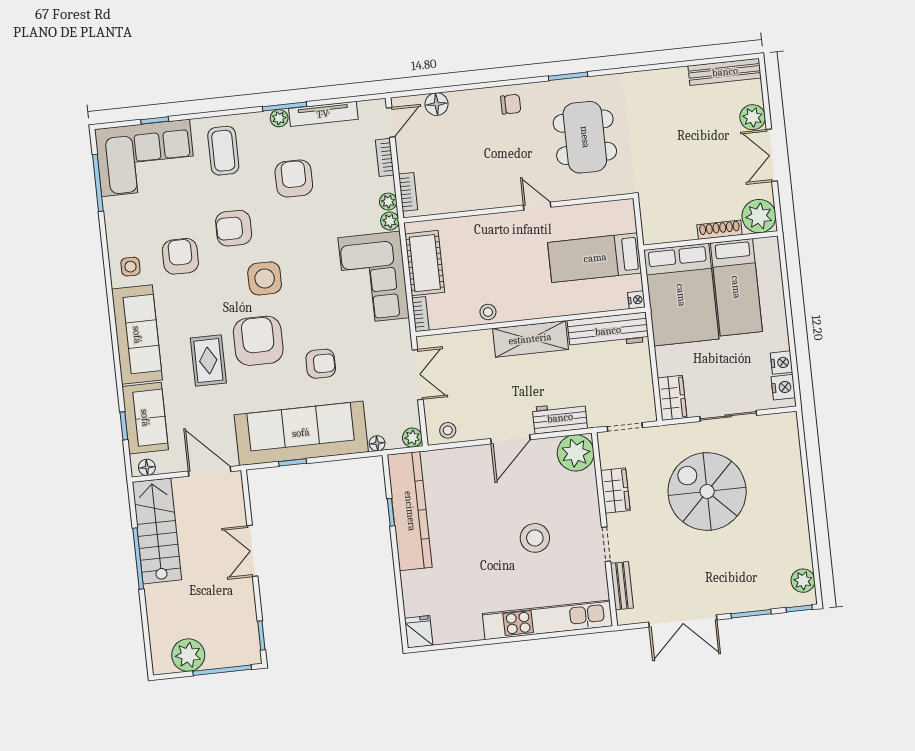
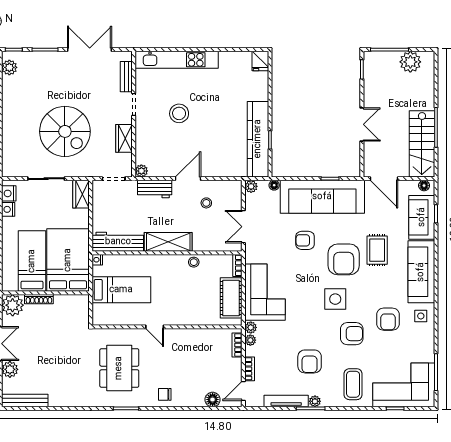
stool: (448, 430) -> (206, 203), moved
plant: (576, 453) -> (141, 171), width x0.53, depth x0.53

